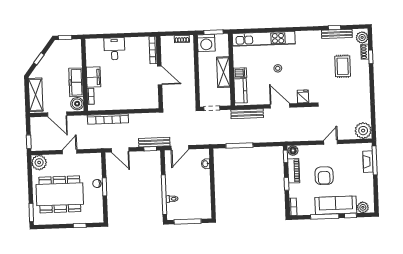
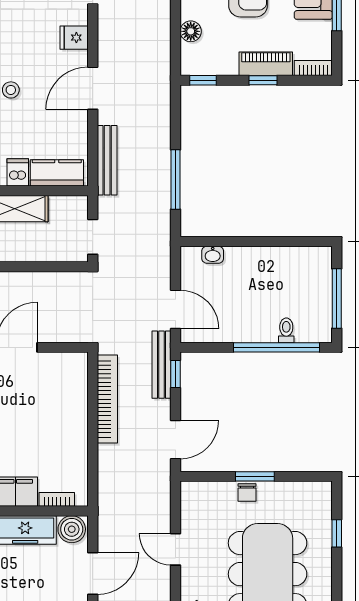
bookcase: (108, 119) -> (107, 399), moved
floor lamp: (293, 150) -> (191, 31), moved
piano: (294, 171) -> (266, 64), moved

